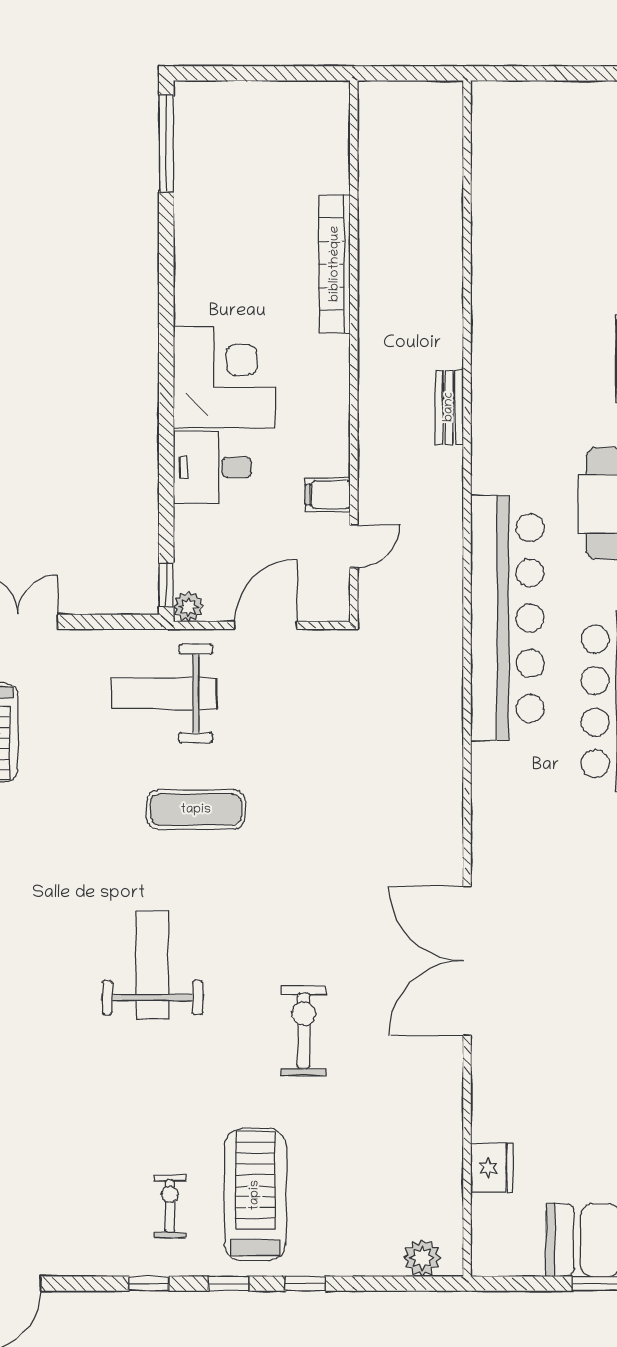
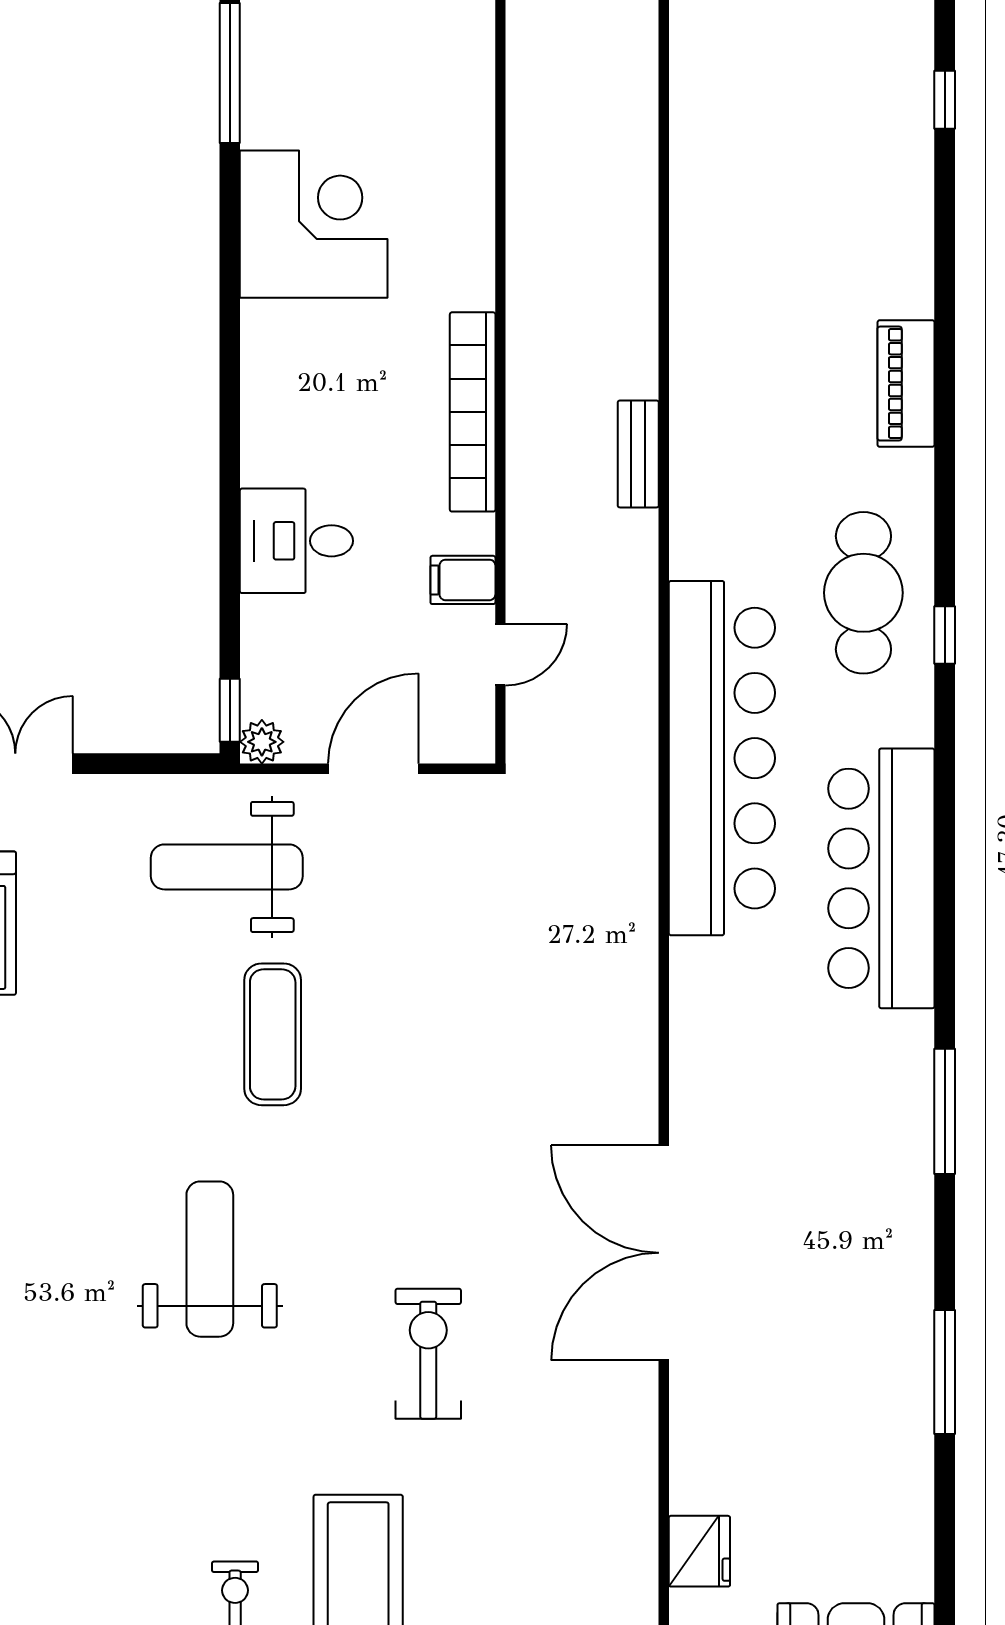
bookcase: (335, 264) -> (473, 412), moved
corner desk: (224, 377) -> (314, 224), moved
exercise mat: (196, 810) -> (273, 1034), turned 90

